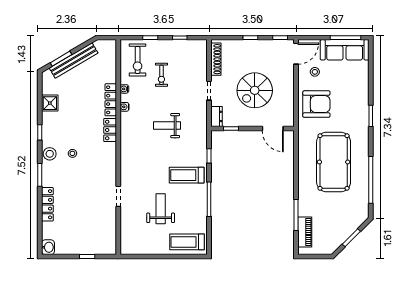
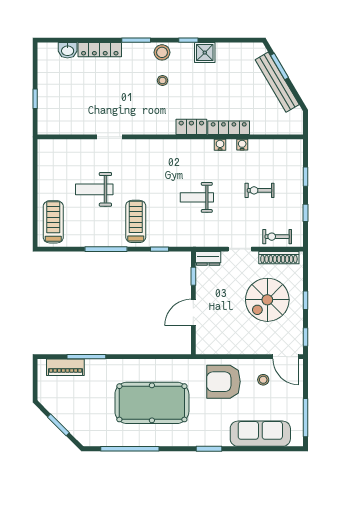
sofa: (345, 50) -> (260, 434), moved, turned 90
exercise bike: (138, 60) -> (277, 237), moved, width x0.73, depth x0.72
spiral stairs: (255, 90) -> (267, 300), moved, turned -90
shower: (50, 103) -> (205, 53), moved
armchair: (316, 104) -> (223, 382), turned 90
weight bench: (167, 126) -> (197, 197), turned -90
door: (273, 128) -> (193, 312), moved
weight bench: (161, 209) -> (94, 189), turned 180
washbasin: (48, 247) -> (68, 50), moved

